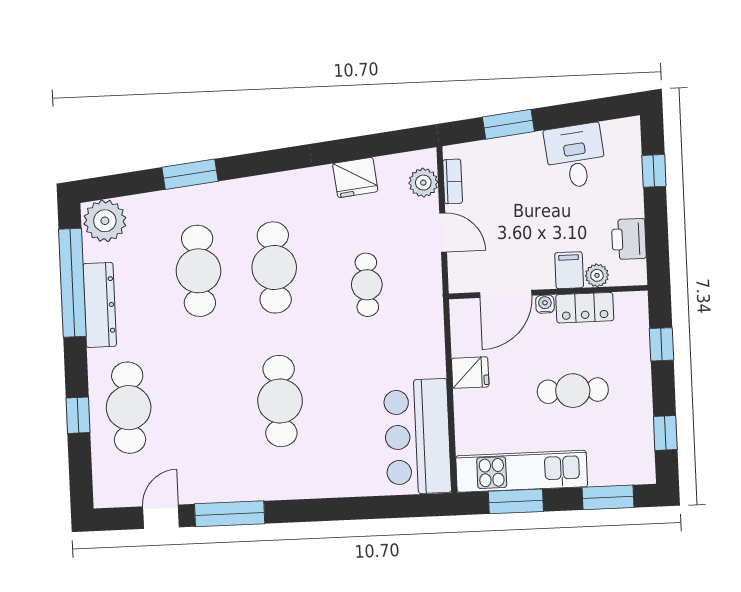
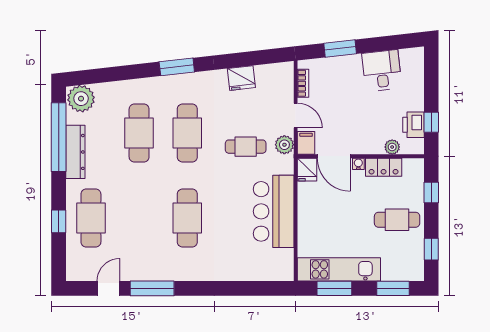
window: (654, 171) -> (431, 122), moved
window: (190, 174) -> (177, 67), moved
plant: (423, 183) -> (284, 145), moved
filing cabinet: (569, 270) -> (306, 143), moved
cafe table: (367, 285) -> (246, 147), turned 90
door: (506, 294) -> (334, 156), hinge flipped
fridge: (470, 373) -> (307, 170), moved, turned 90
cafe table: (573, 391) -> (397, 220), moved
bar counter: (417, 437) -> (274, 211), moved

